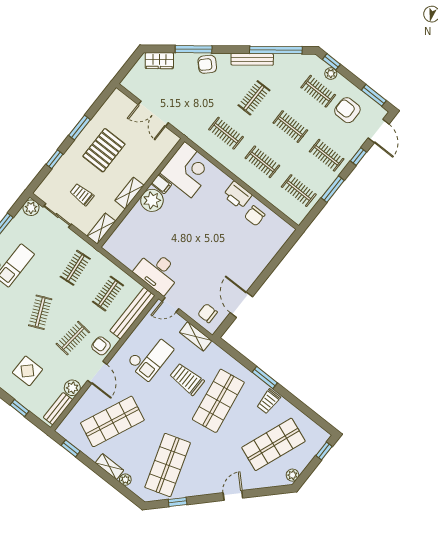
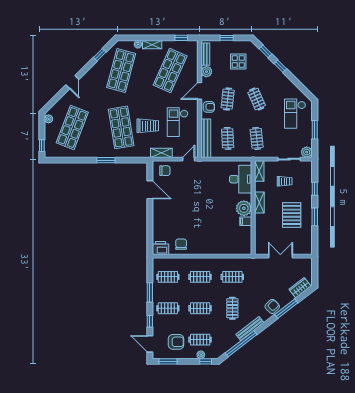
corner desk: (188, 170) -> (237, 241), removed
printer: (237, 195) -> (161, 248), moved
desk: (158, 272) -> (241, 179), moved, turned 90
door: (97, 372) -> (199, 91), hinge flipped
trolley: (268, 401) -> (94, 149), removed
shop shelf: (168, 465) -> (121, 71), turned 33

